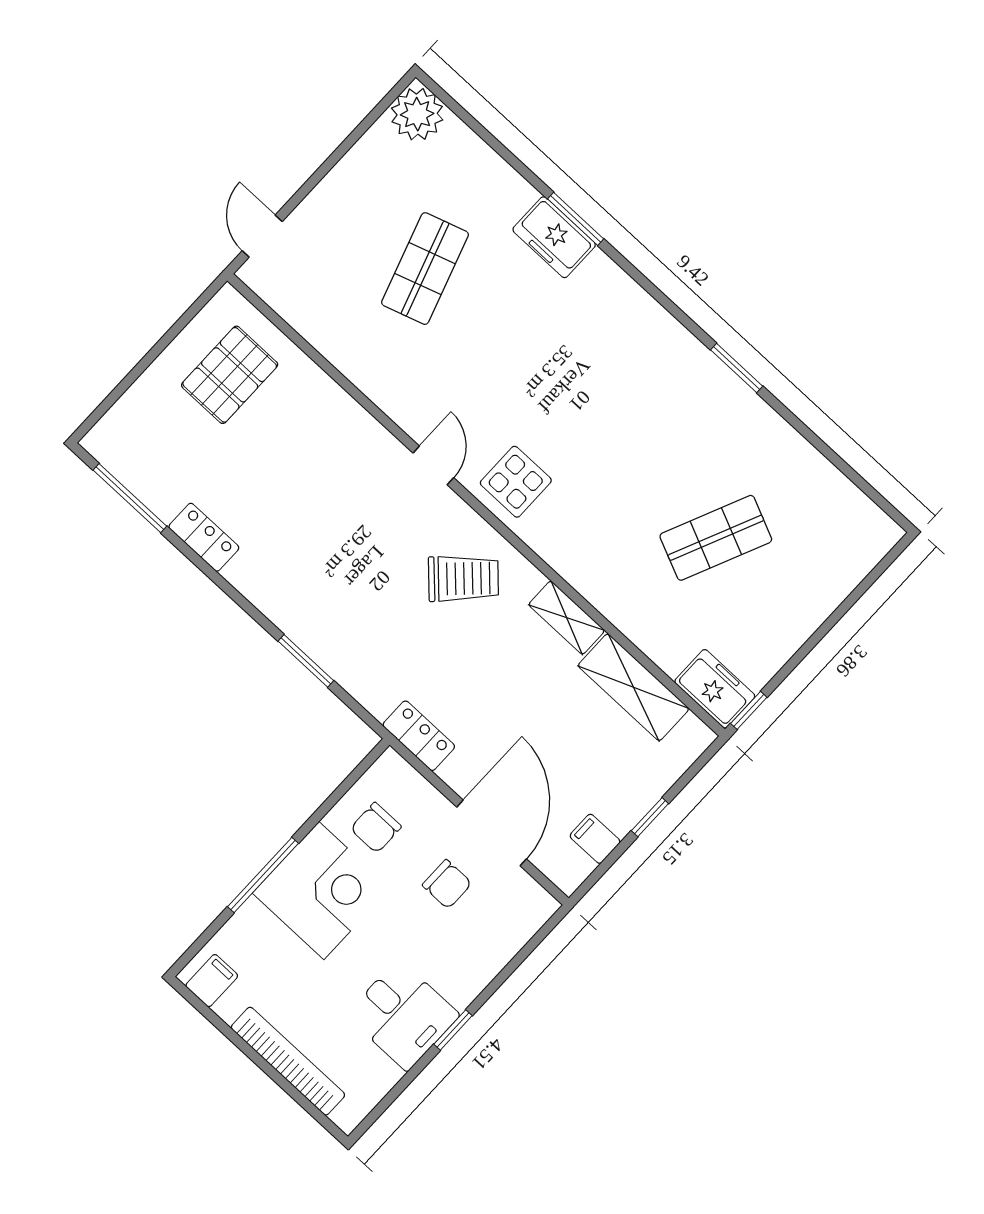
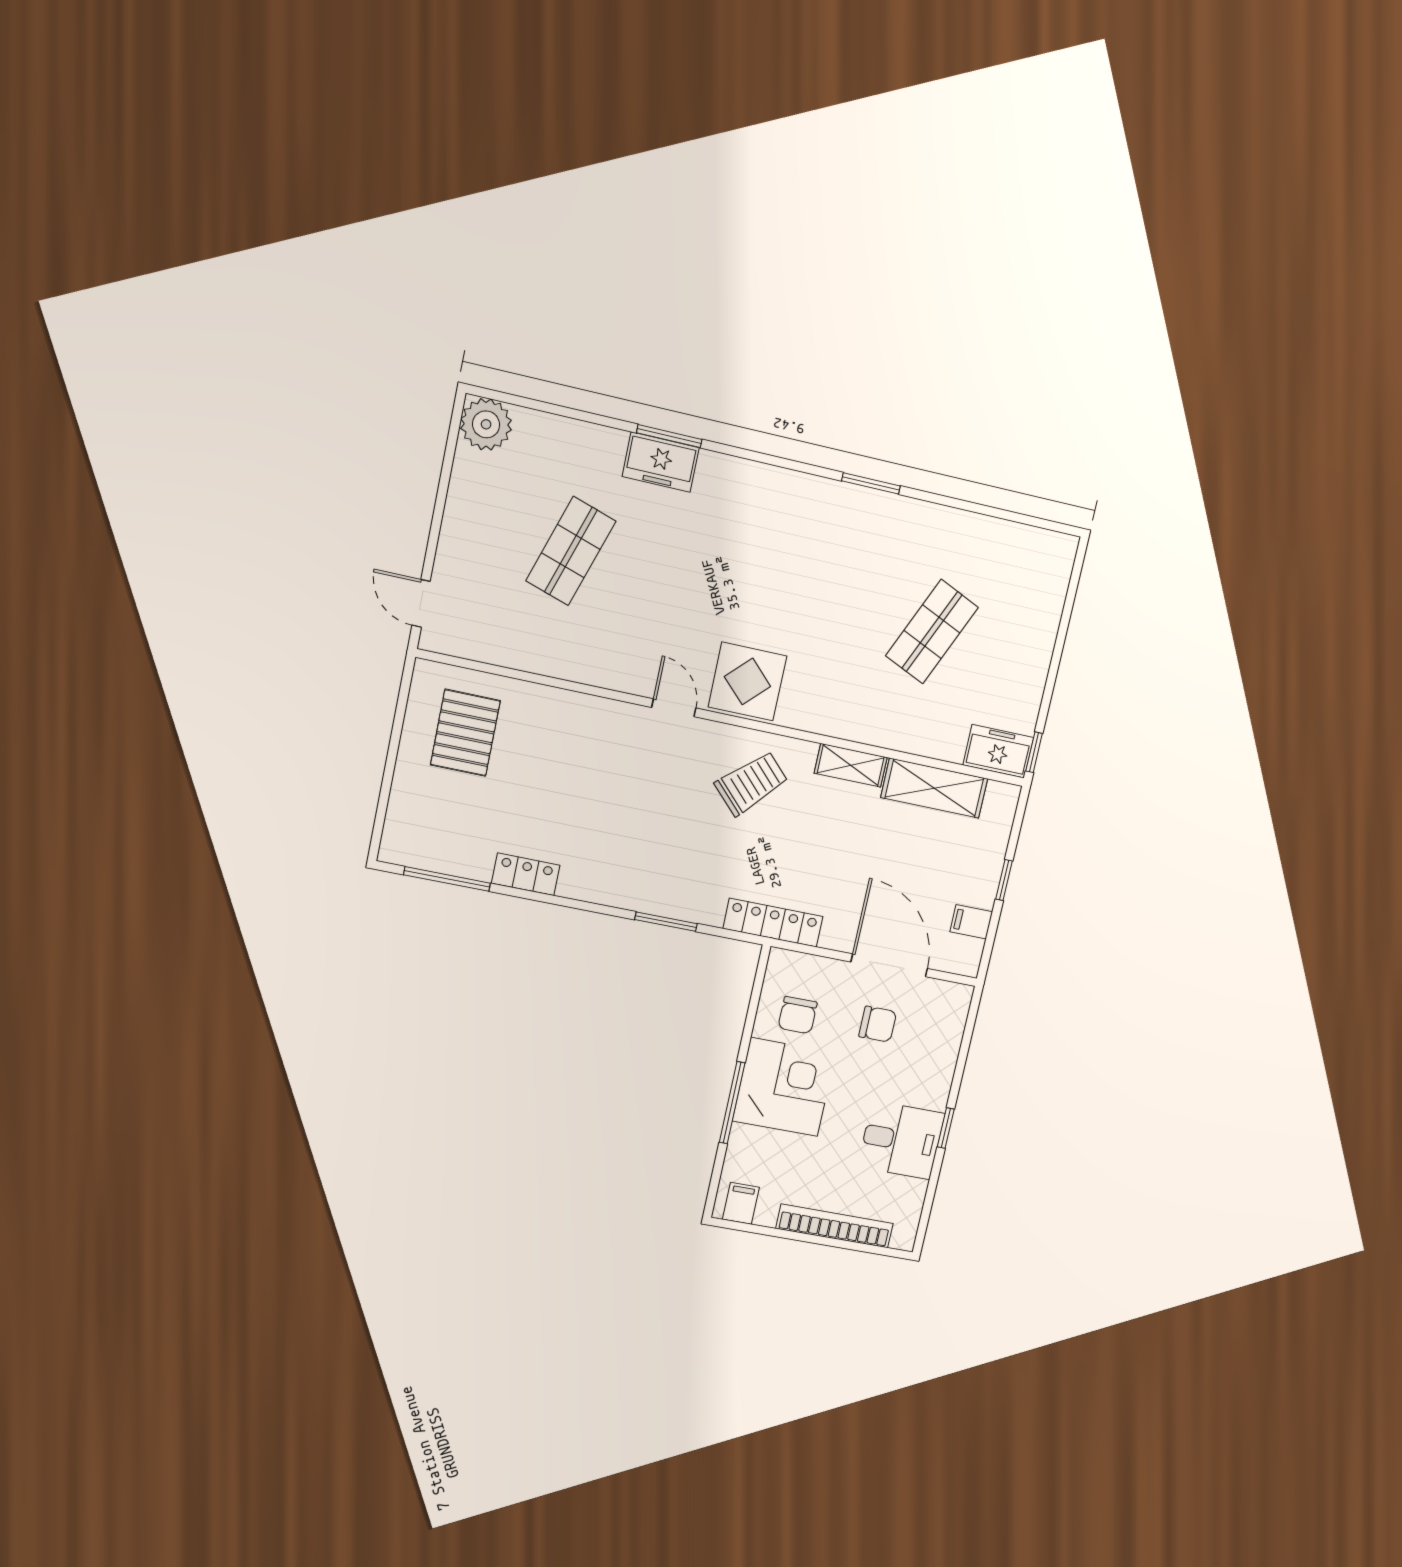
shop shelf: (425, 269) -> (571, 551), turned 36
display table: (516, 482) -> (747, 682), width x1.36, depth x1.36
locker: (419, 736) -> (773, 923), width x1.53

